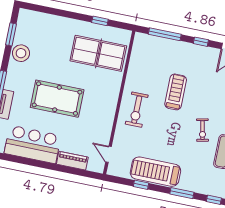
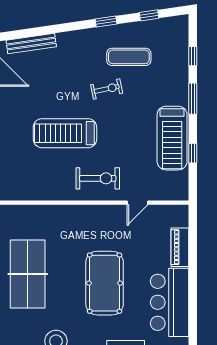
table tennis table: (98, 53) -> (28, 274), moved
treadmill: (176, 92) -> (65, 133), width x1.37, depth x1.38
door: (109, 154) -> (137, 203), moved

